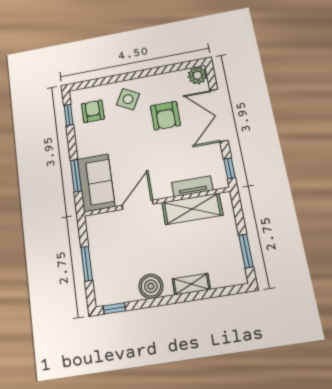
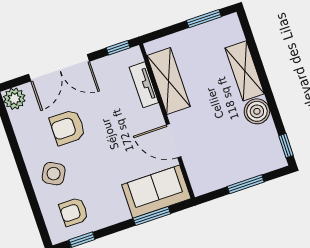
armchair: (165, 116) -> (68, 127), turned 180
shelving: (191, 284) -> (245, 71), width x1.50, depth x1.33

